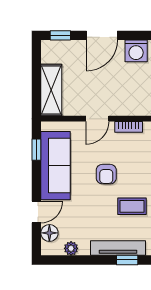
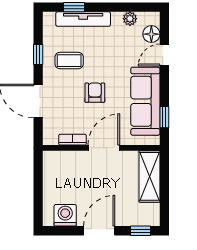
door: (97, 119) -> (104, 148), width x1.38

